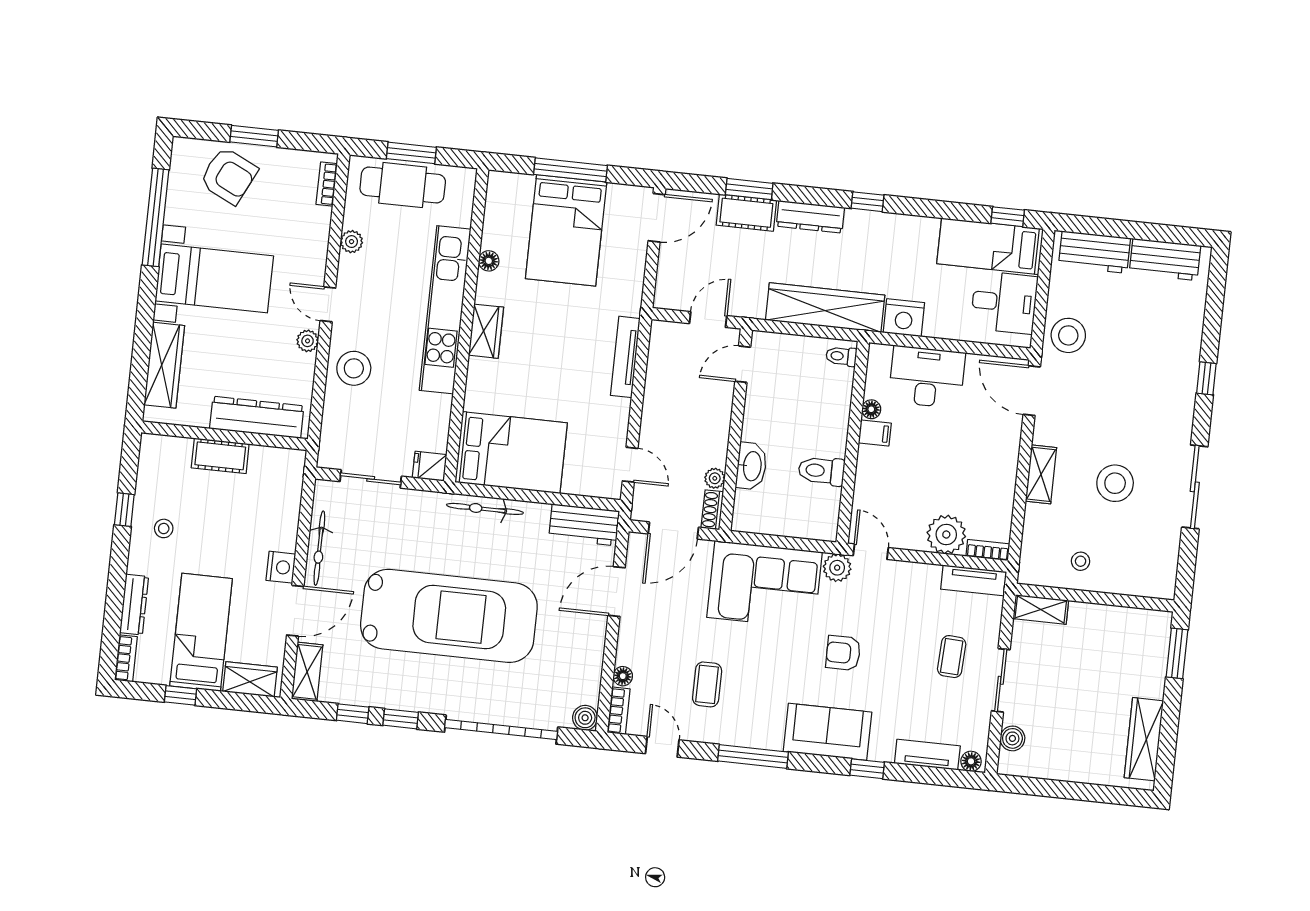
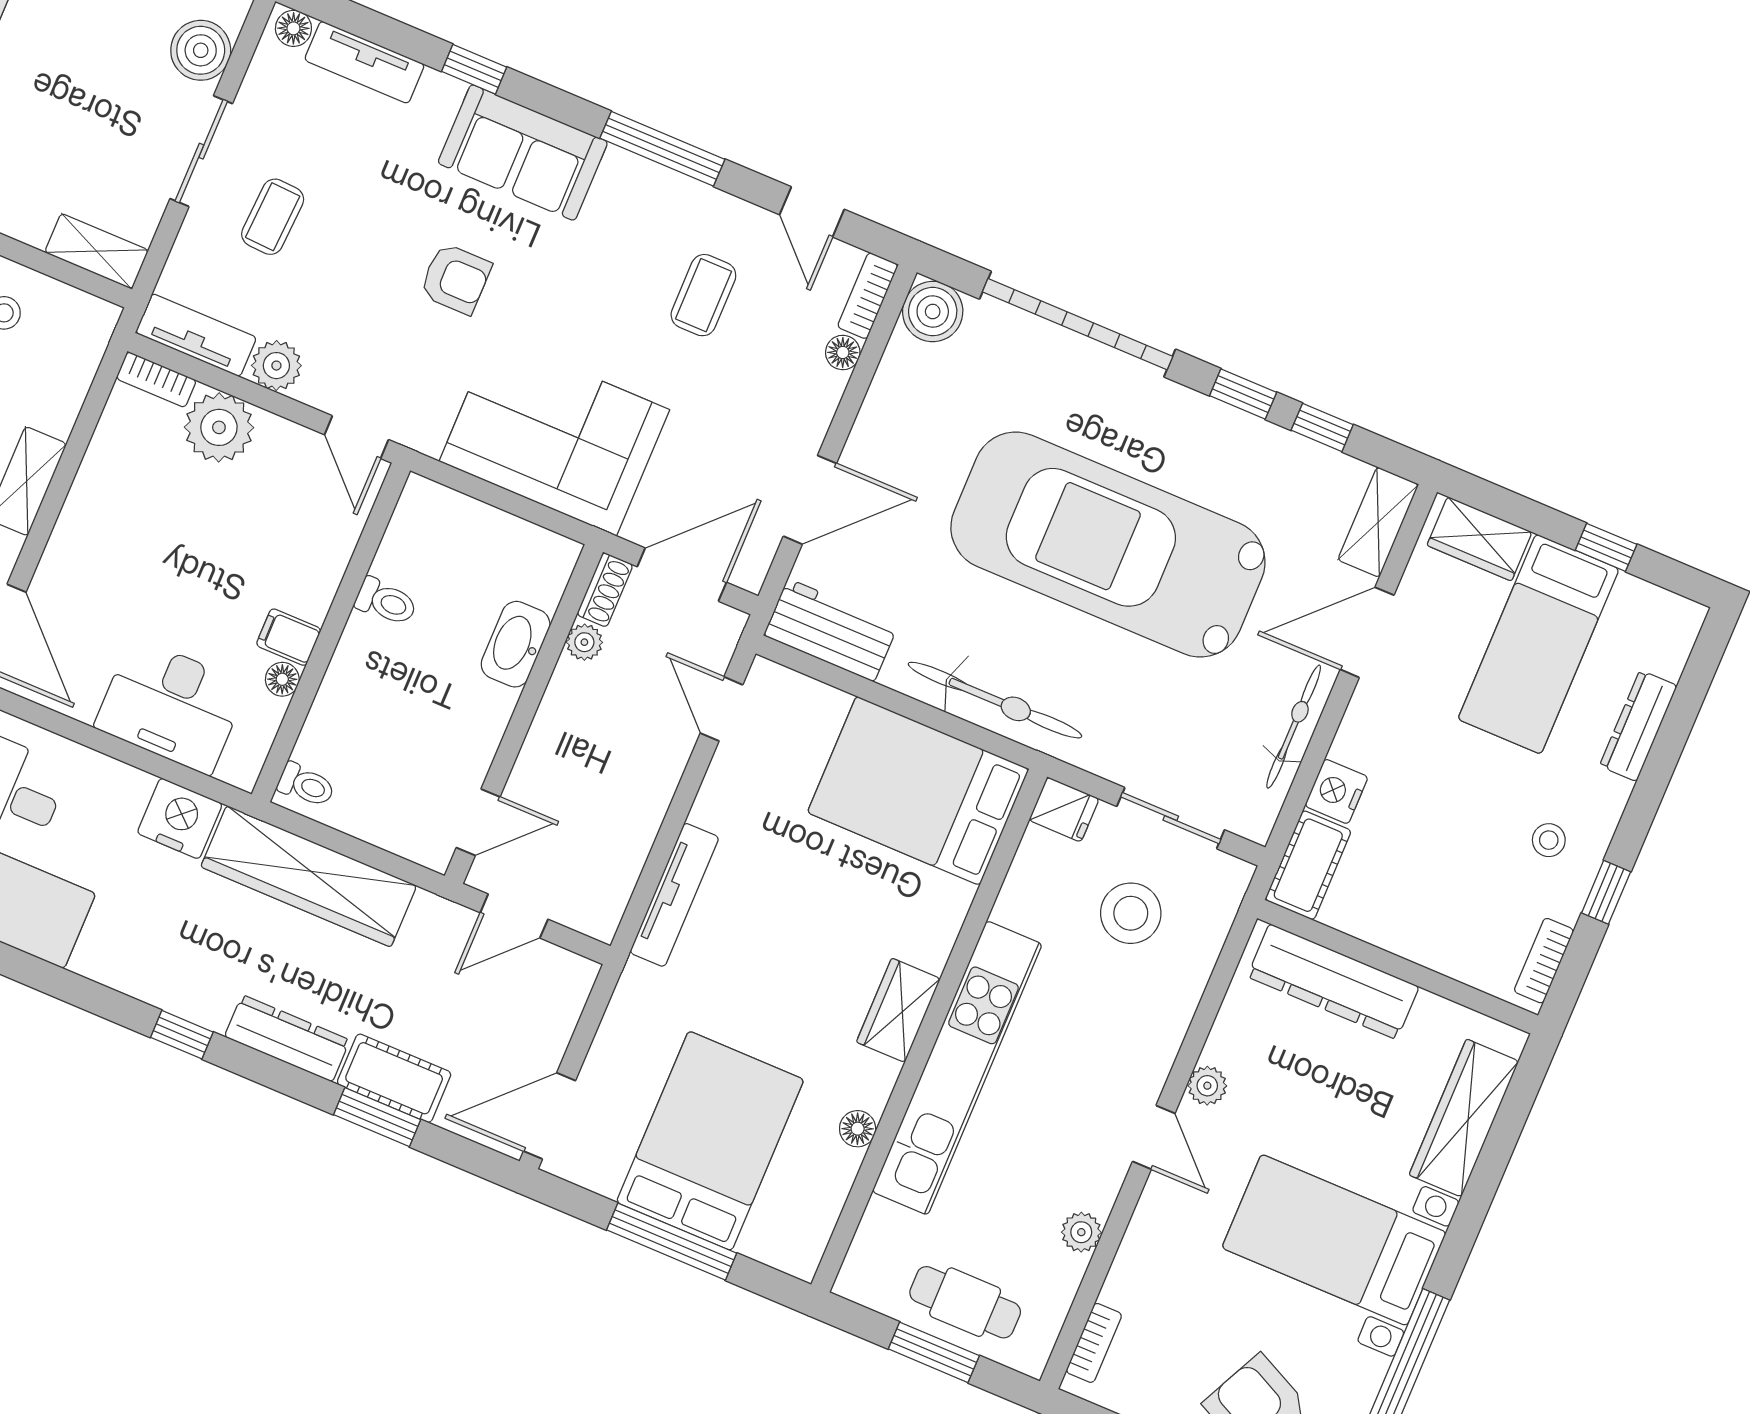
cafe table: (403, 185) -> (965, 1302), width x0.73, depth x0.74
stool: (354, 368) -> (1131, 913), moved
cot: (220, 456) -> (1308, 865), moved, turned 90
toilet: (821, 471) -> (386, 602), width x0.73, depth x0.72
bicycle: (485, 509) -> (995, 700), width x1.37, depth x1.40
nightstand: (281, 567) -> (1336, 791), moved
plant: (837, 568) -> (276, 366), moved
bookcase: (126, 658) -> (1544, 961), moved
boiler: (585, 718) -> (933, 312), width x1.36, depth x1.36
boiler: (1012, 738) -> (201, 50), width x1.36, depth x1.36

